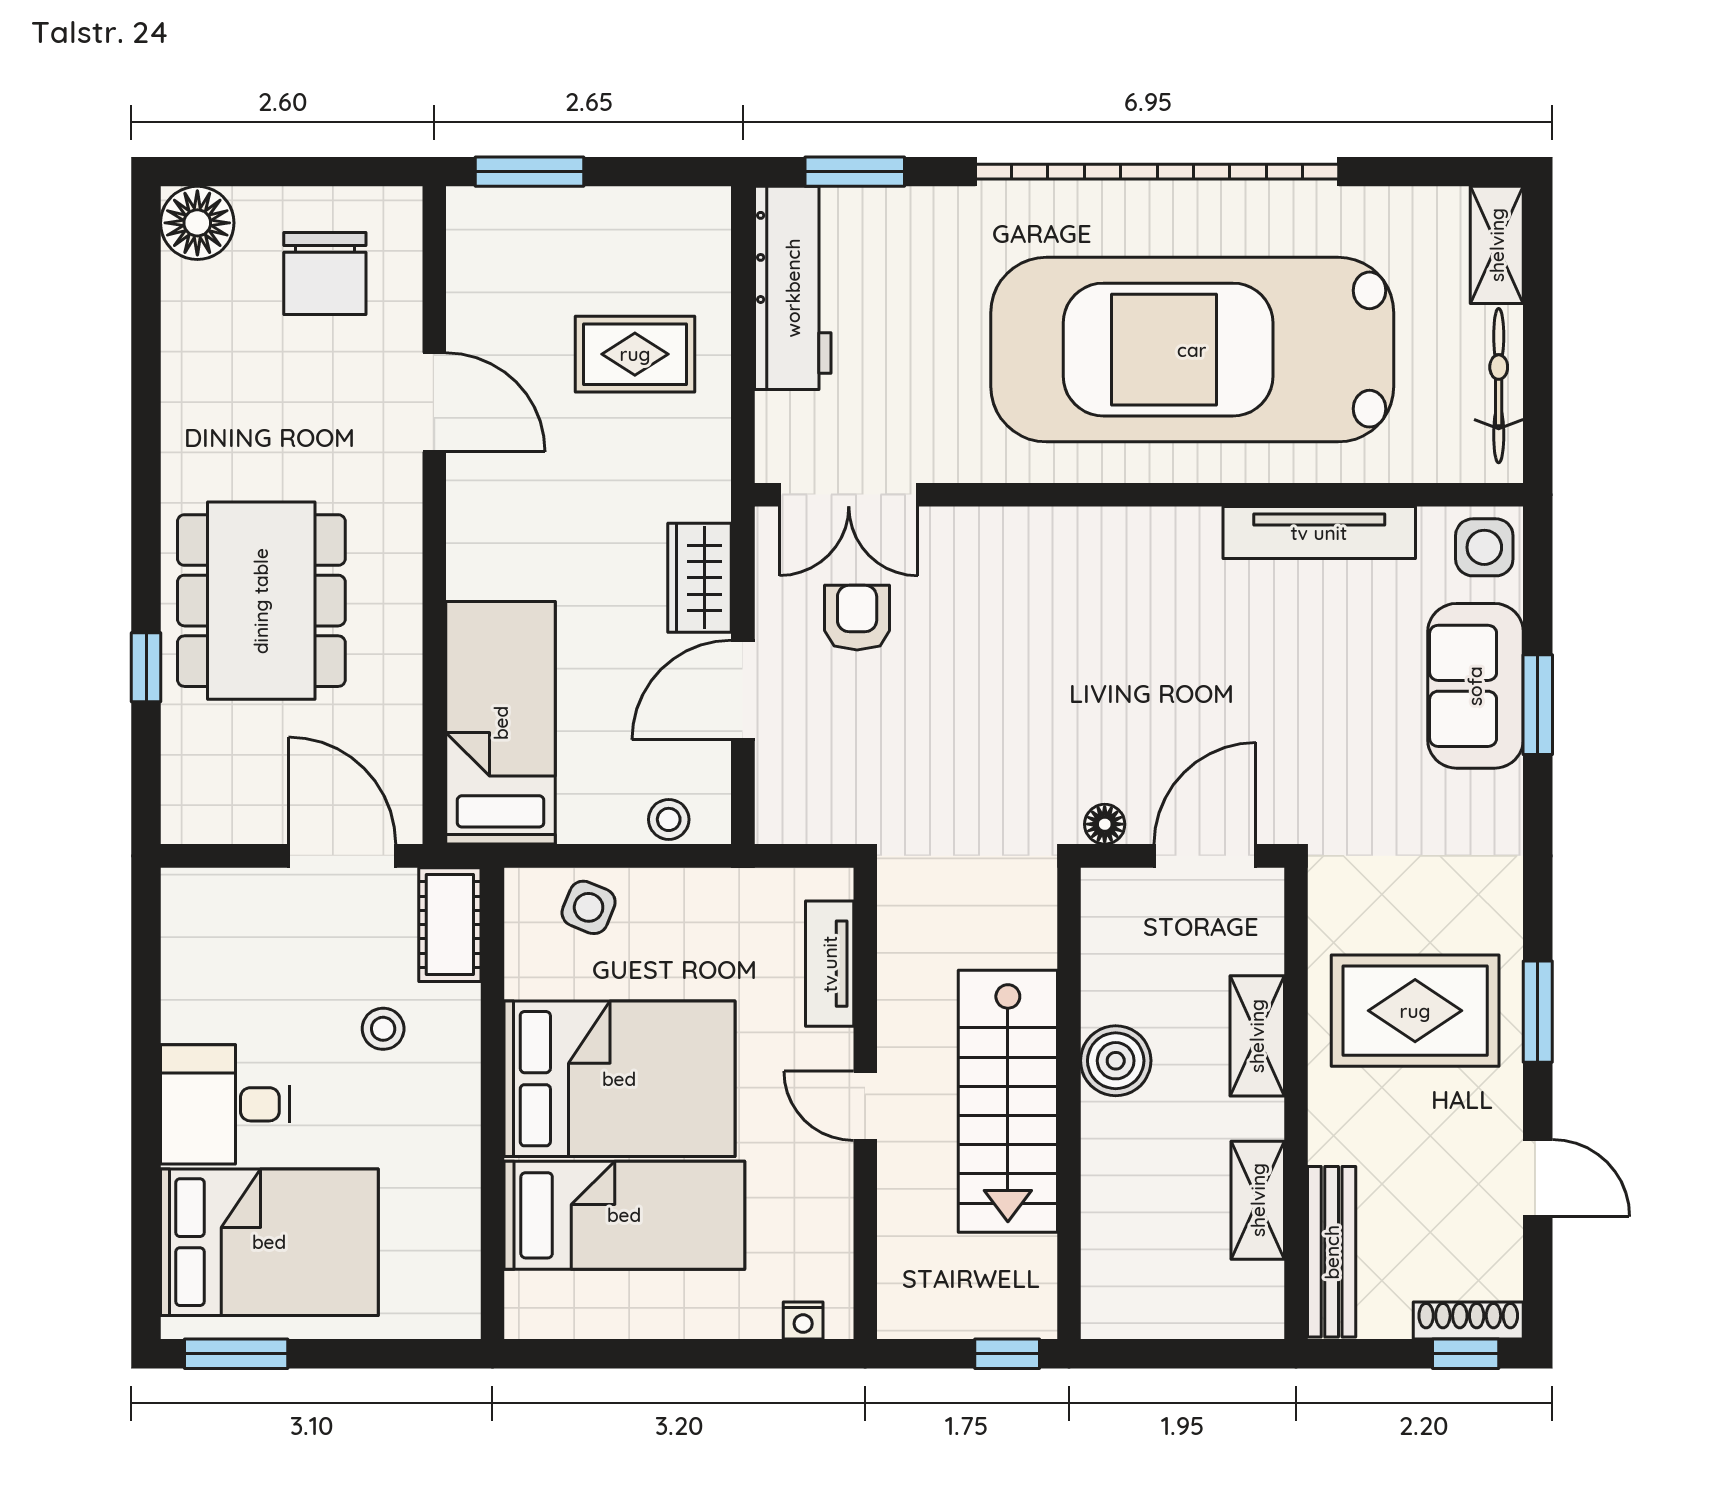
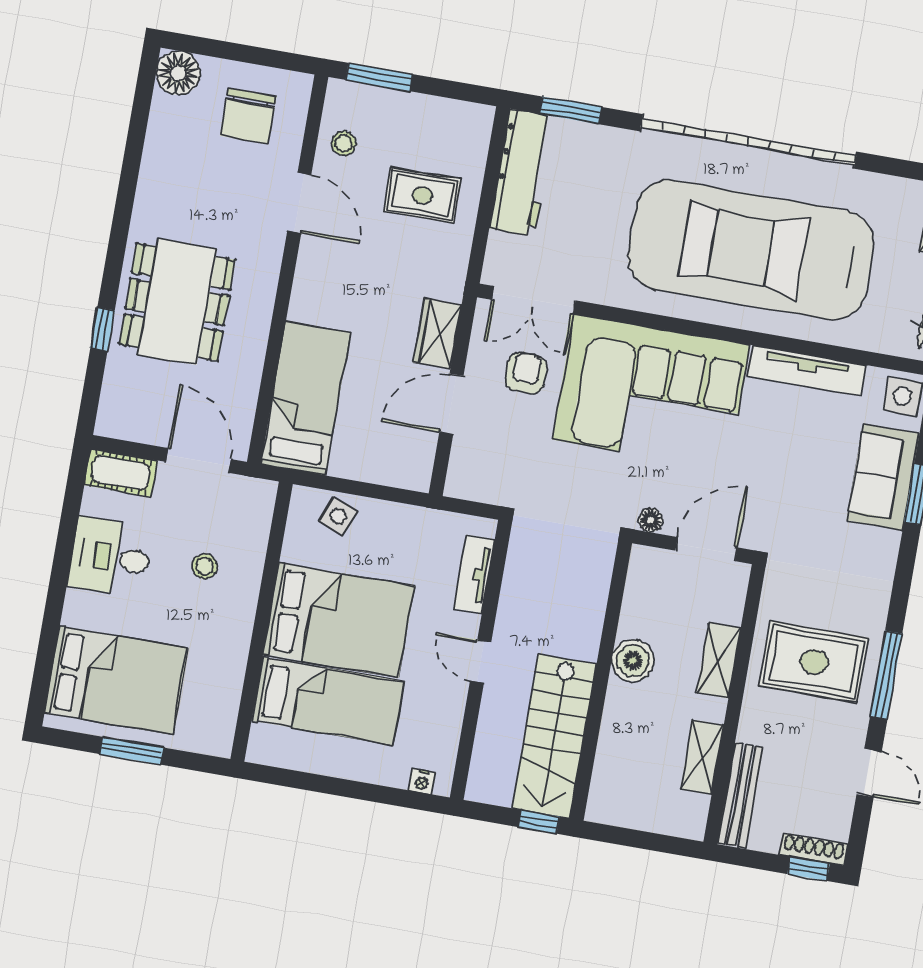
corner sofa: (1069, 613) -> (651, 392), added
stool: (669, 819) -> (344, 143), moved
cot: (450, 925) -> (121, 473), moved, turned 90
window: (1538, 1012) -> (886, 675), width x1.44
stairs: (1008, 1101) -> (554, 736), moved
desk: (225, 1104) -> (111, 557), moved
window: (236, 1354) -> (132, 751), moved

